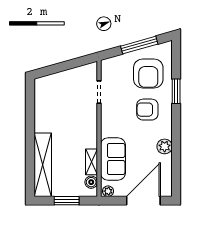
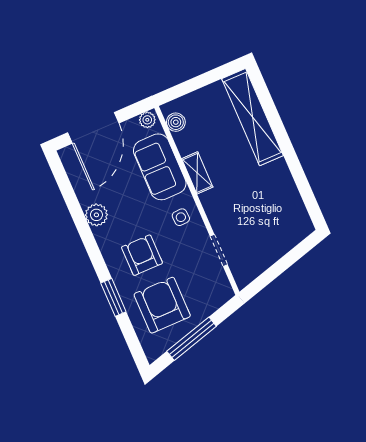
armchair: (147, 110) -> (142, 255), turned -90
side table: (113, 122) -> (181, 217), added
shelving: (92, 162) -> (197, 173), moved
window: (67, 201) -> (198, 82), removed

